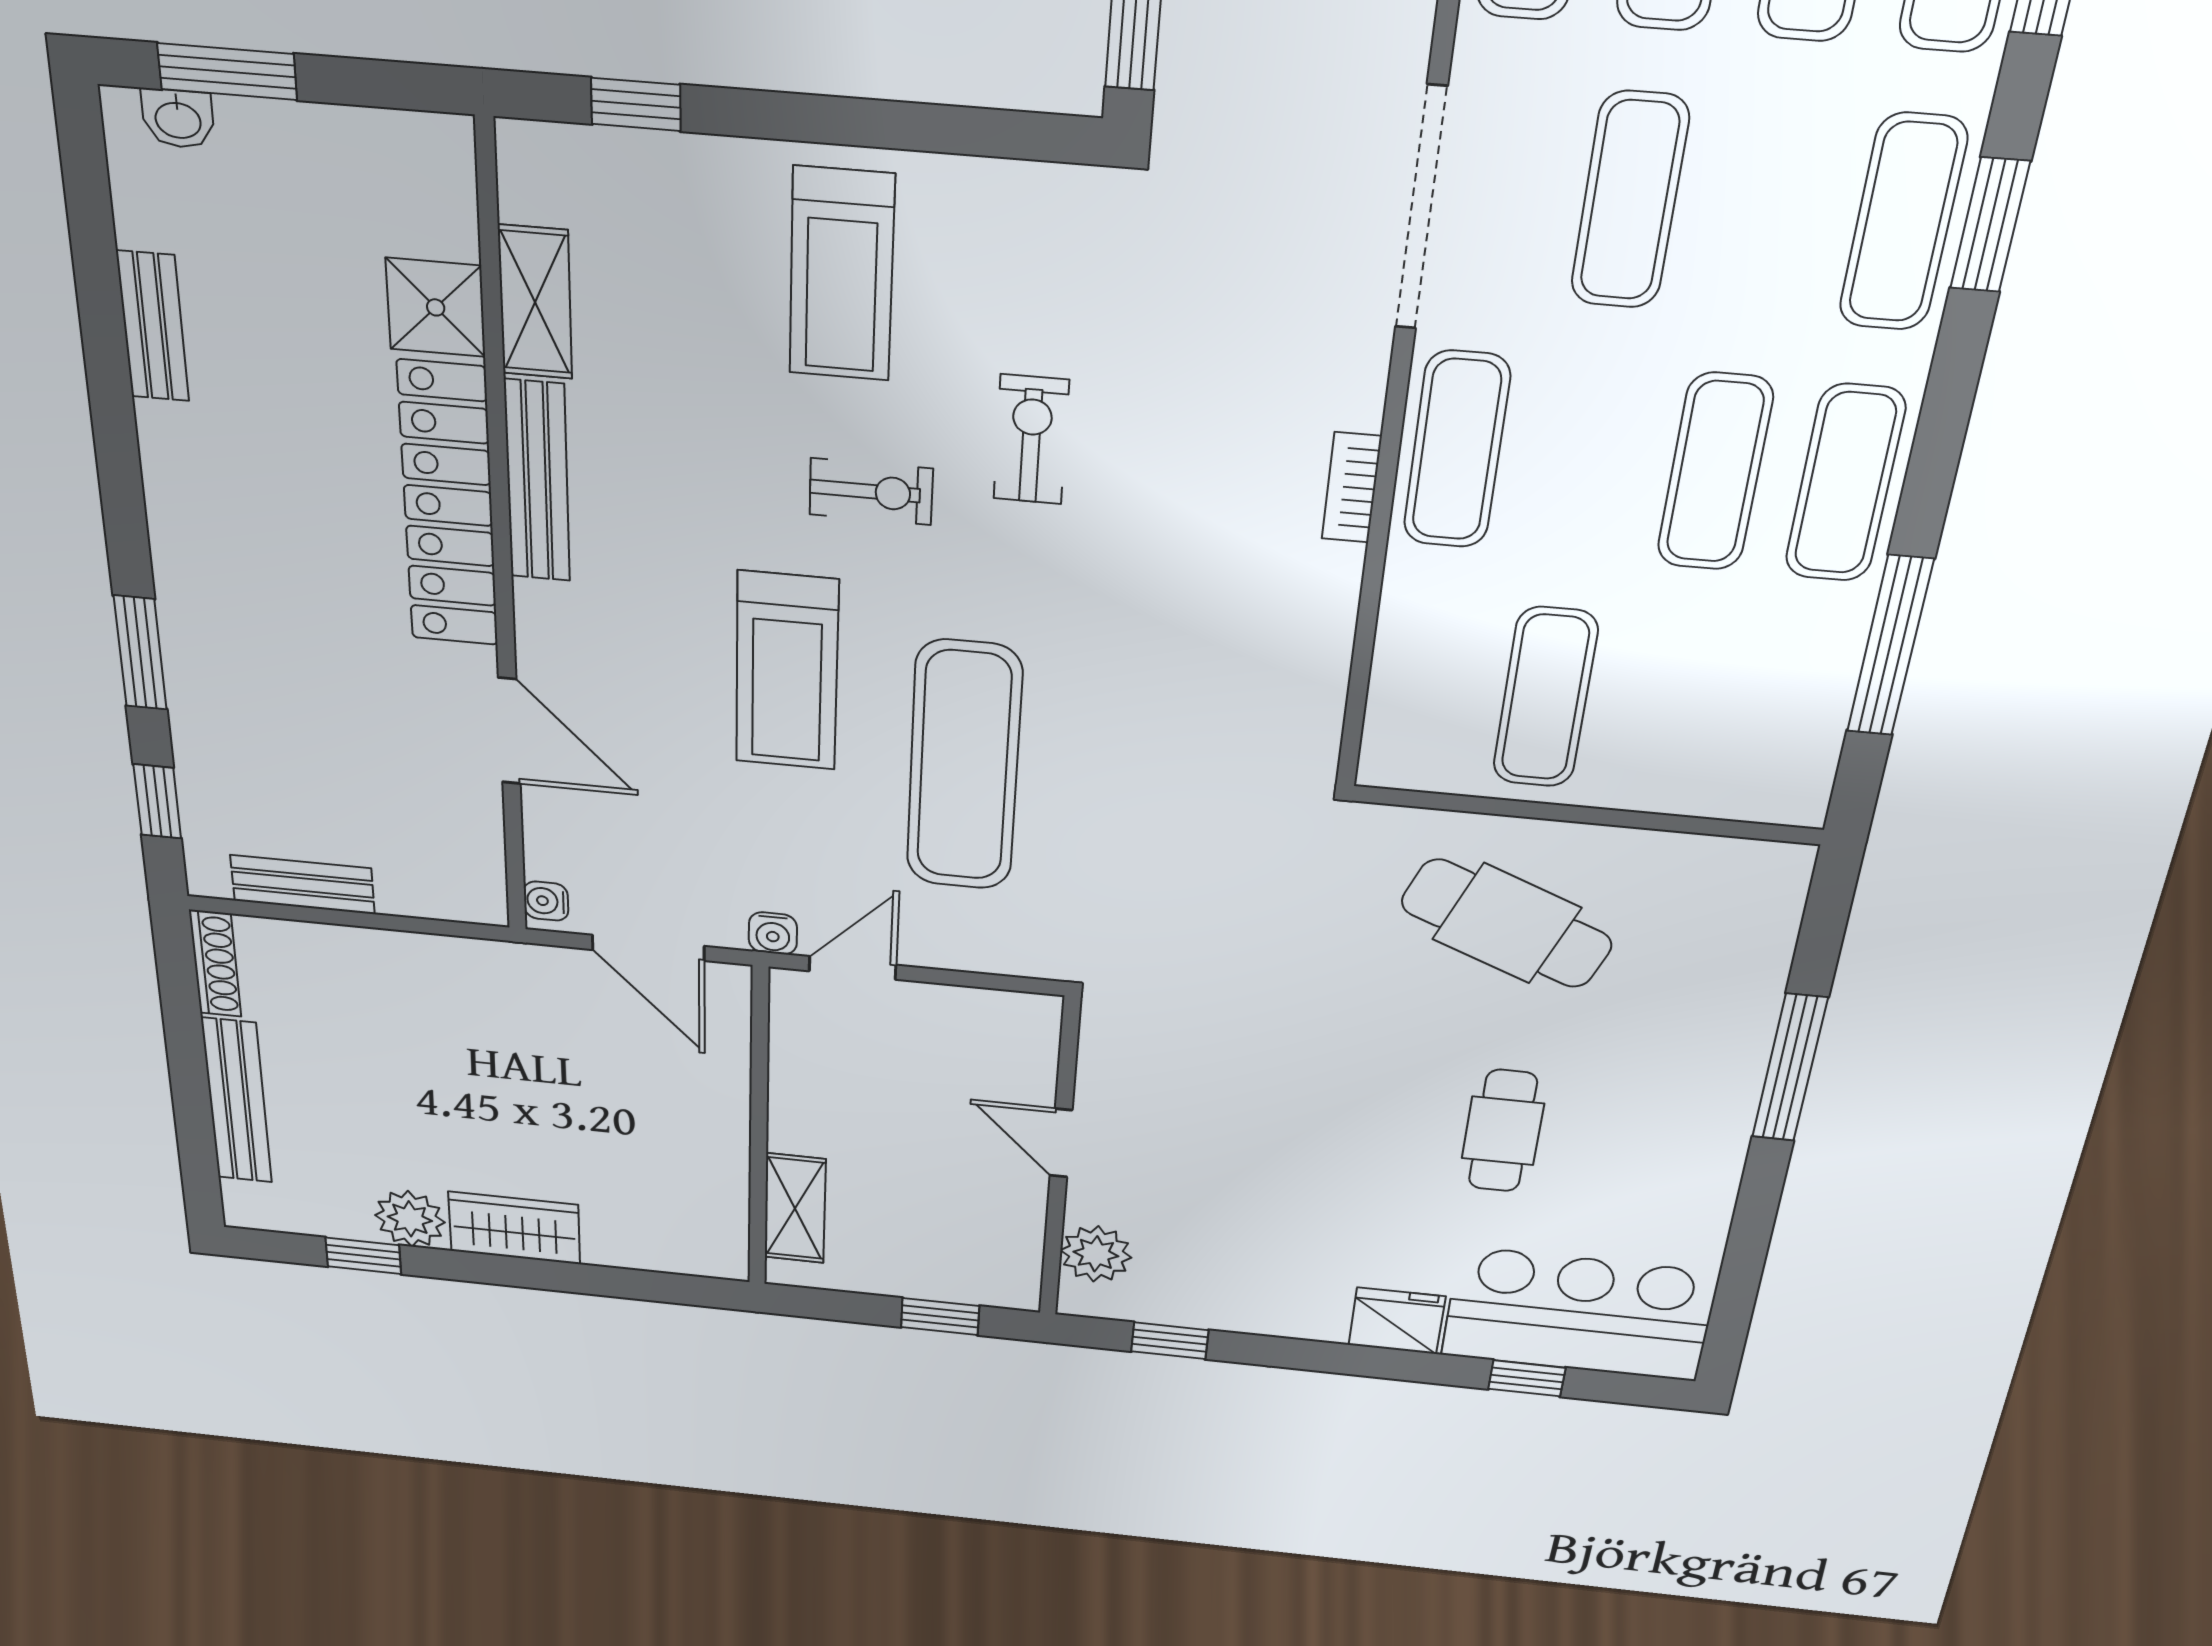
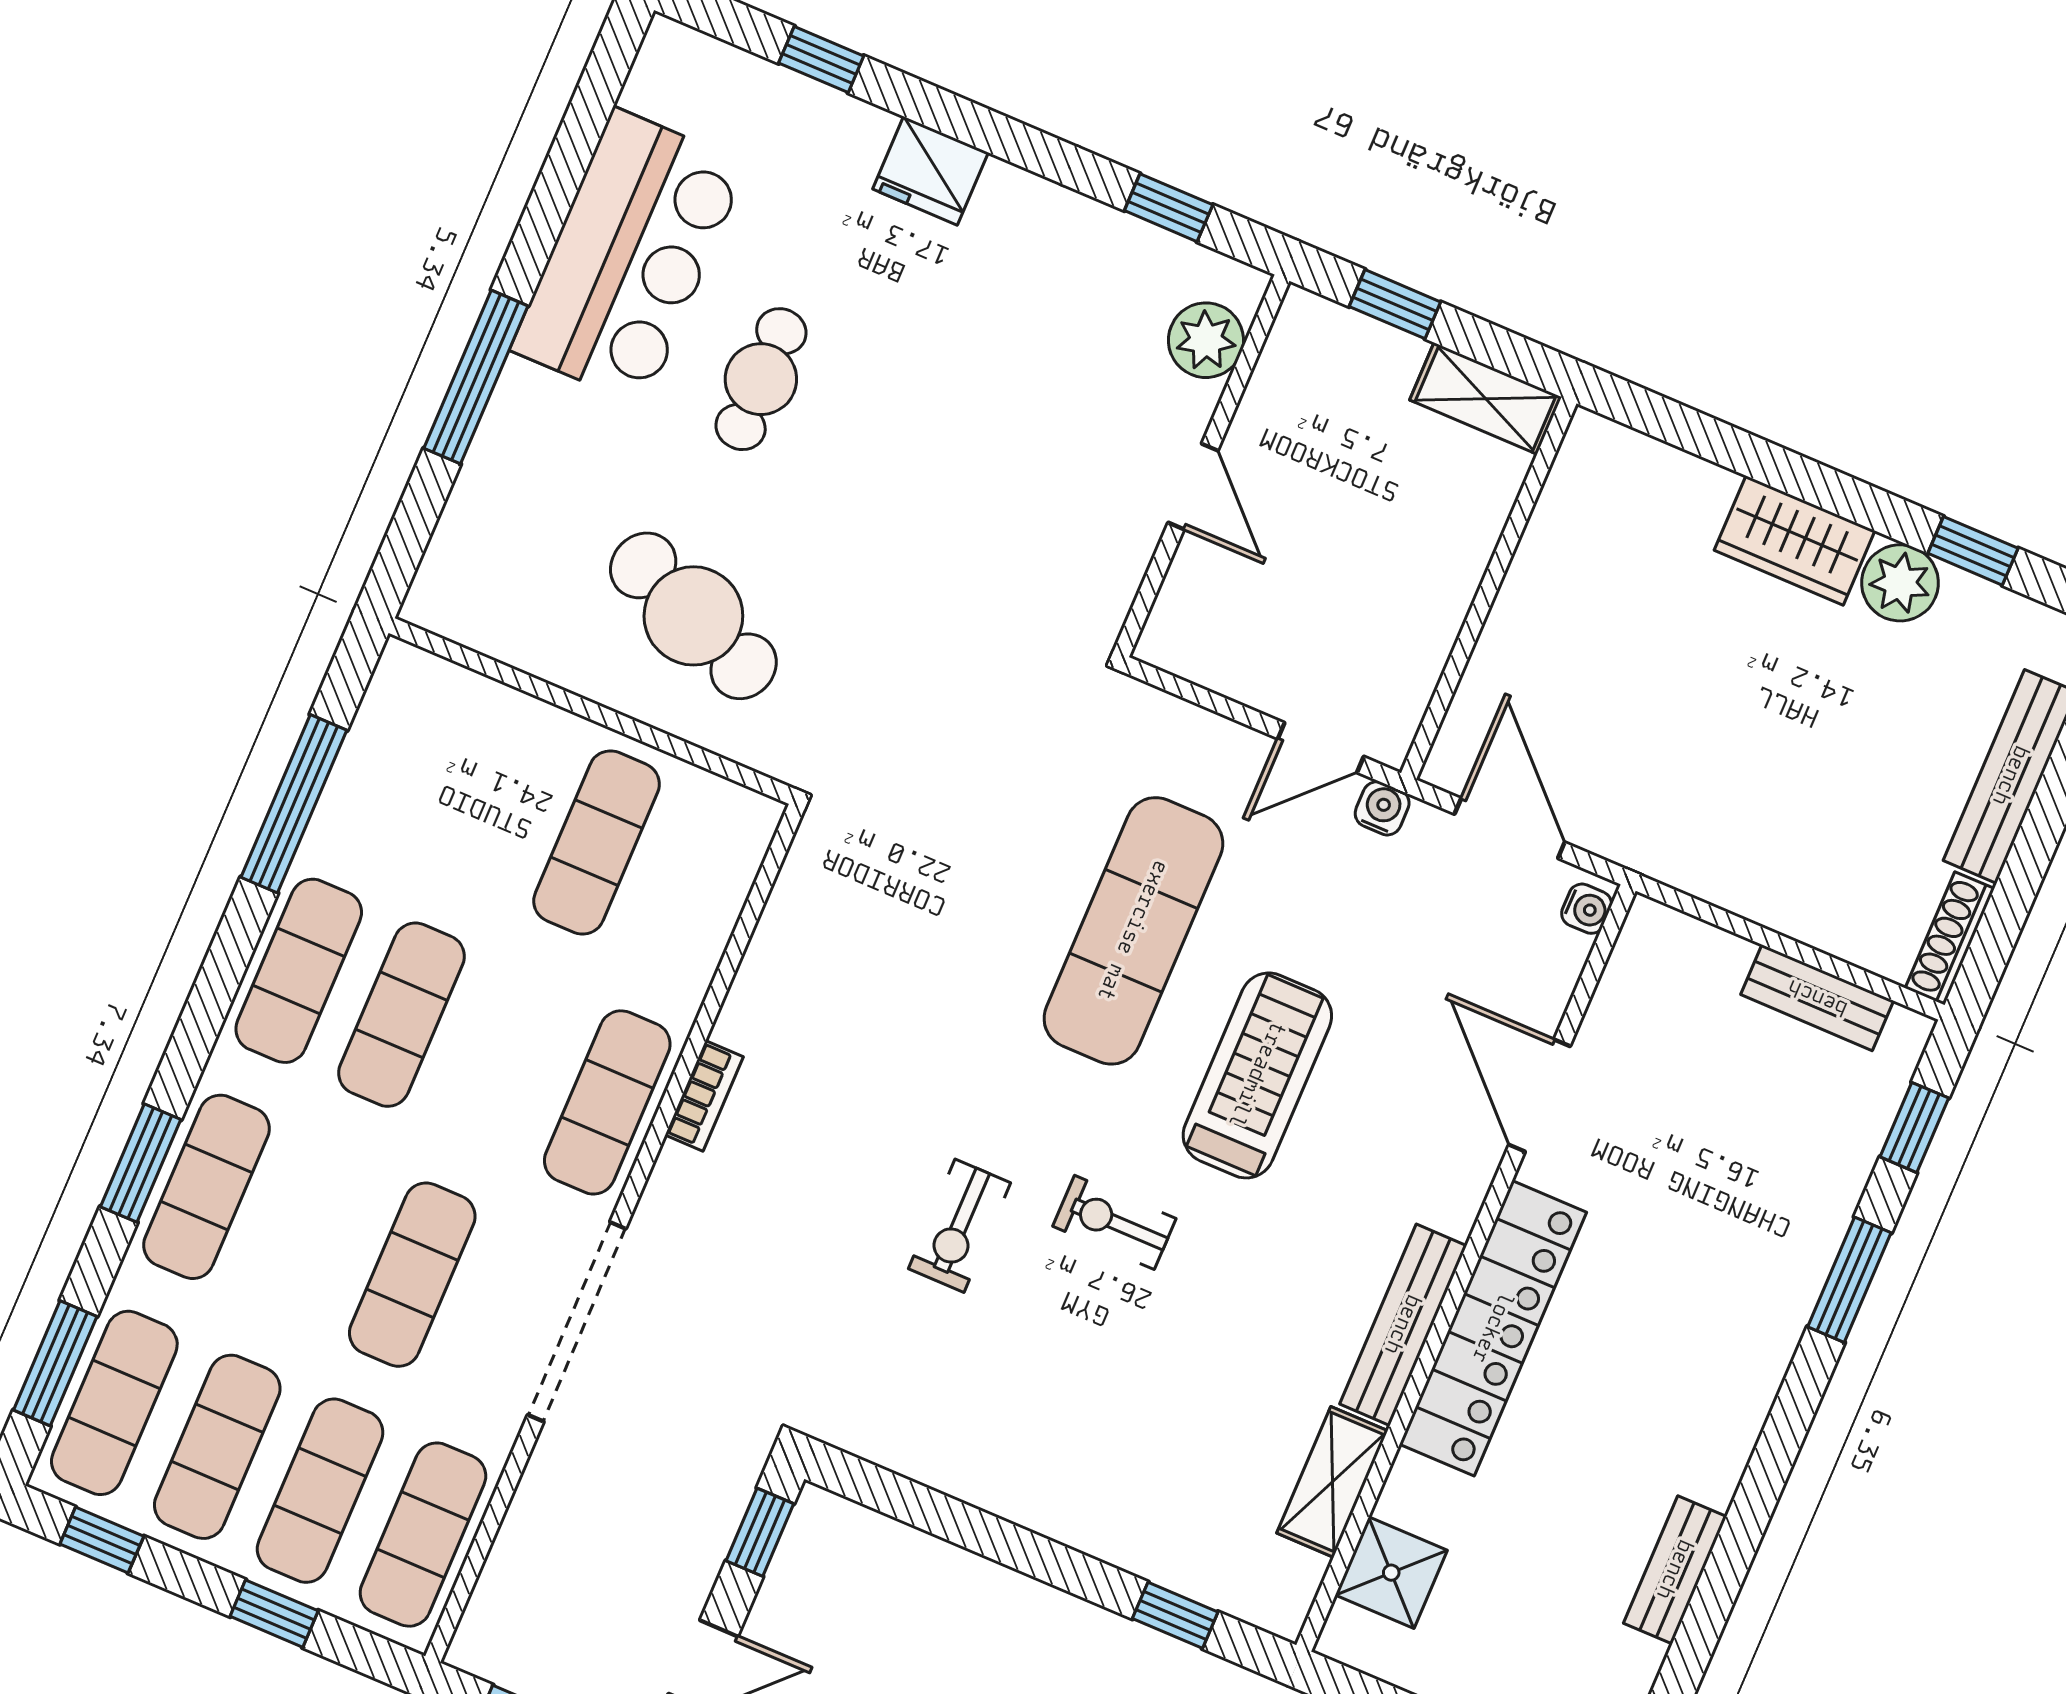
treadmill: (842, 275) -> (1064, 1421), removed
shower: (436, 307) -> (1391, 1573), moved
shelving: (795, 1208) -> (1486, 399), moved, turned 90
bar counter: (1579, 1314) -> (629, 257), moved, turned -90

